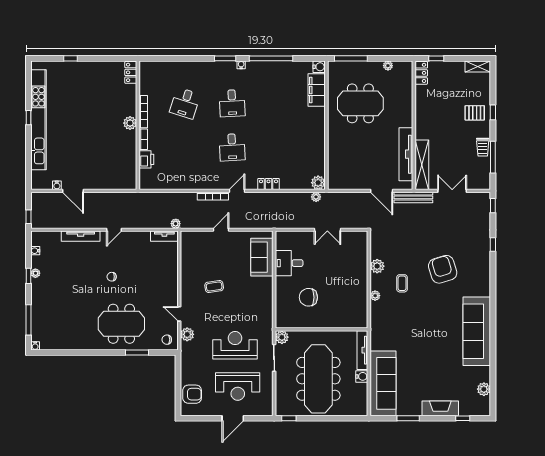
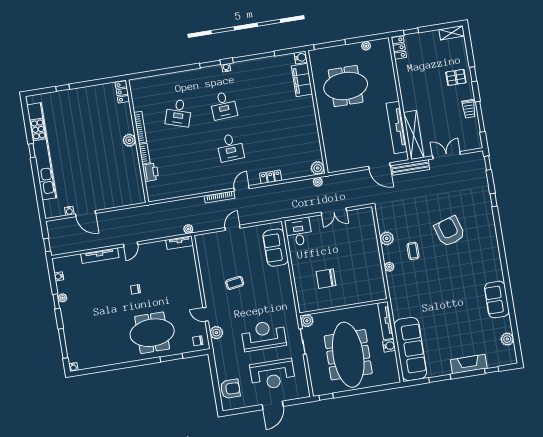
desk: (289, 263) -> (299, 232), moved, turned 90
sofa: (477, 331) -> (497, 300), width x0.54, depth x0.79

